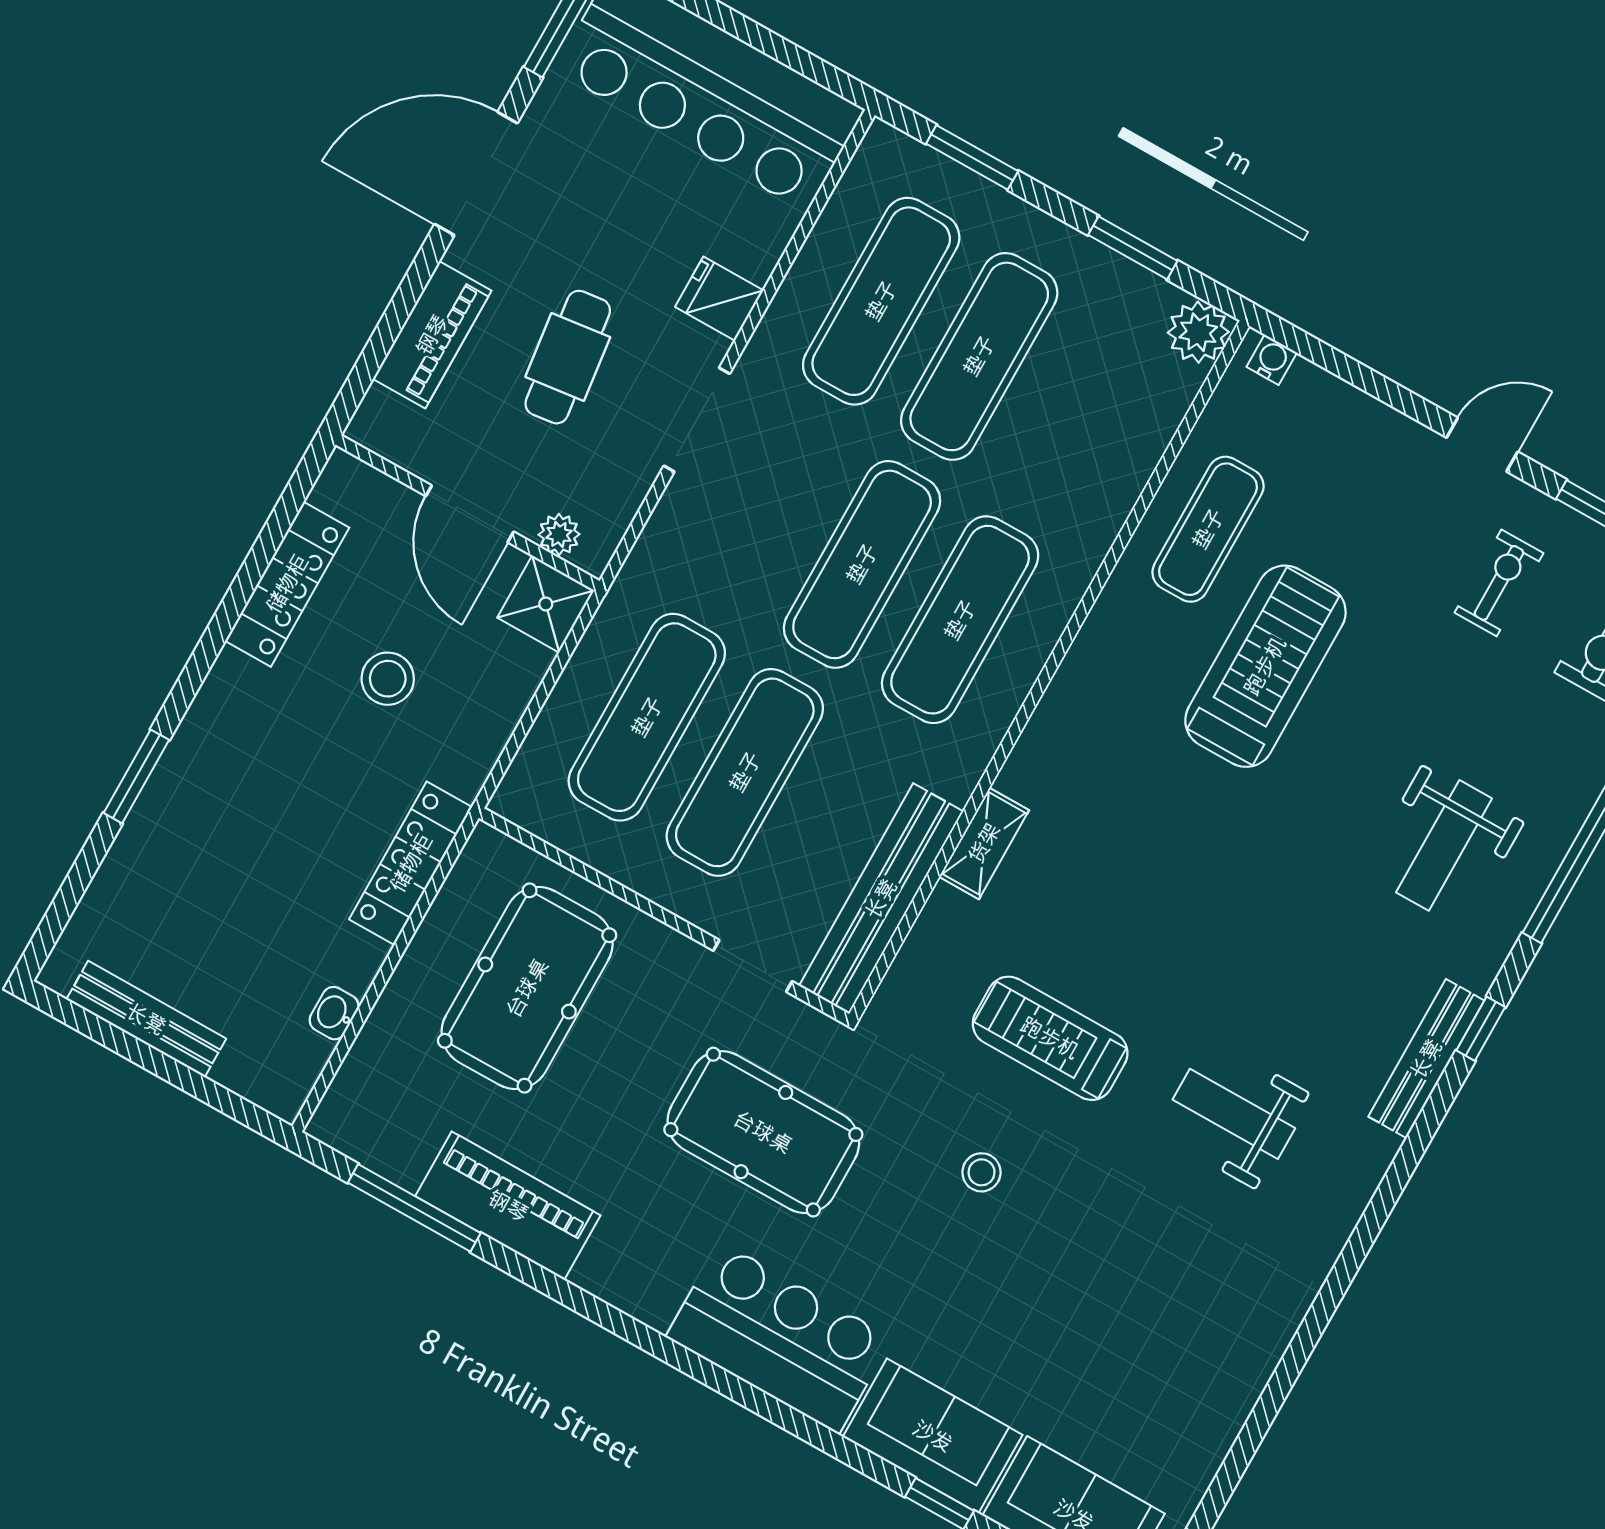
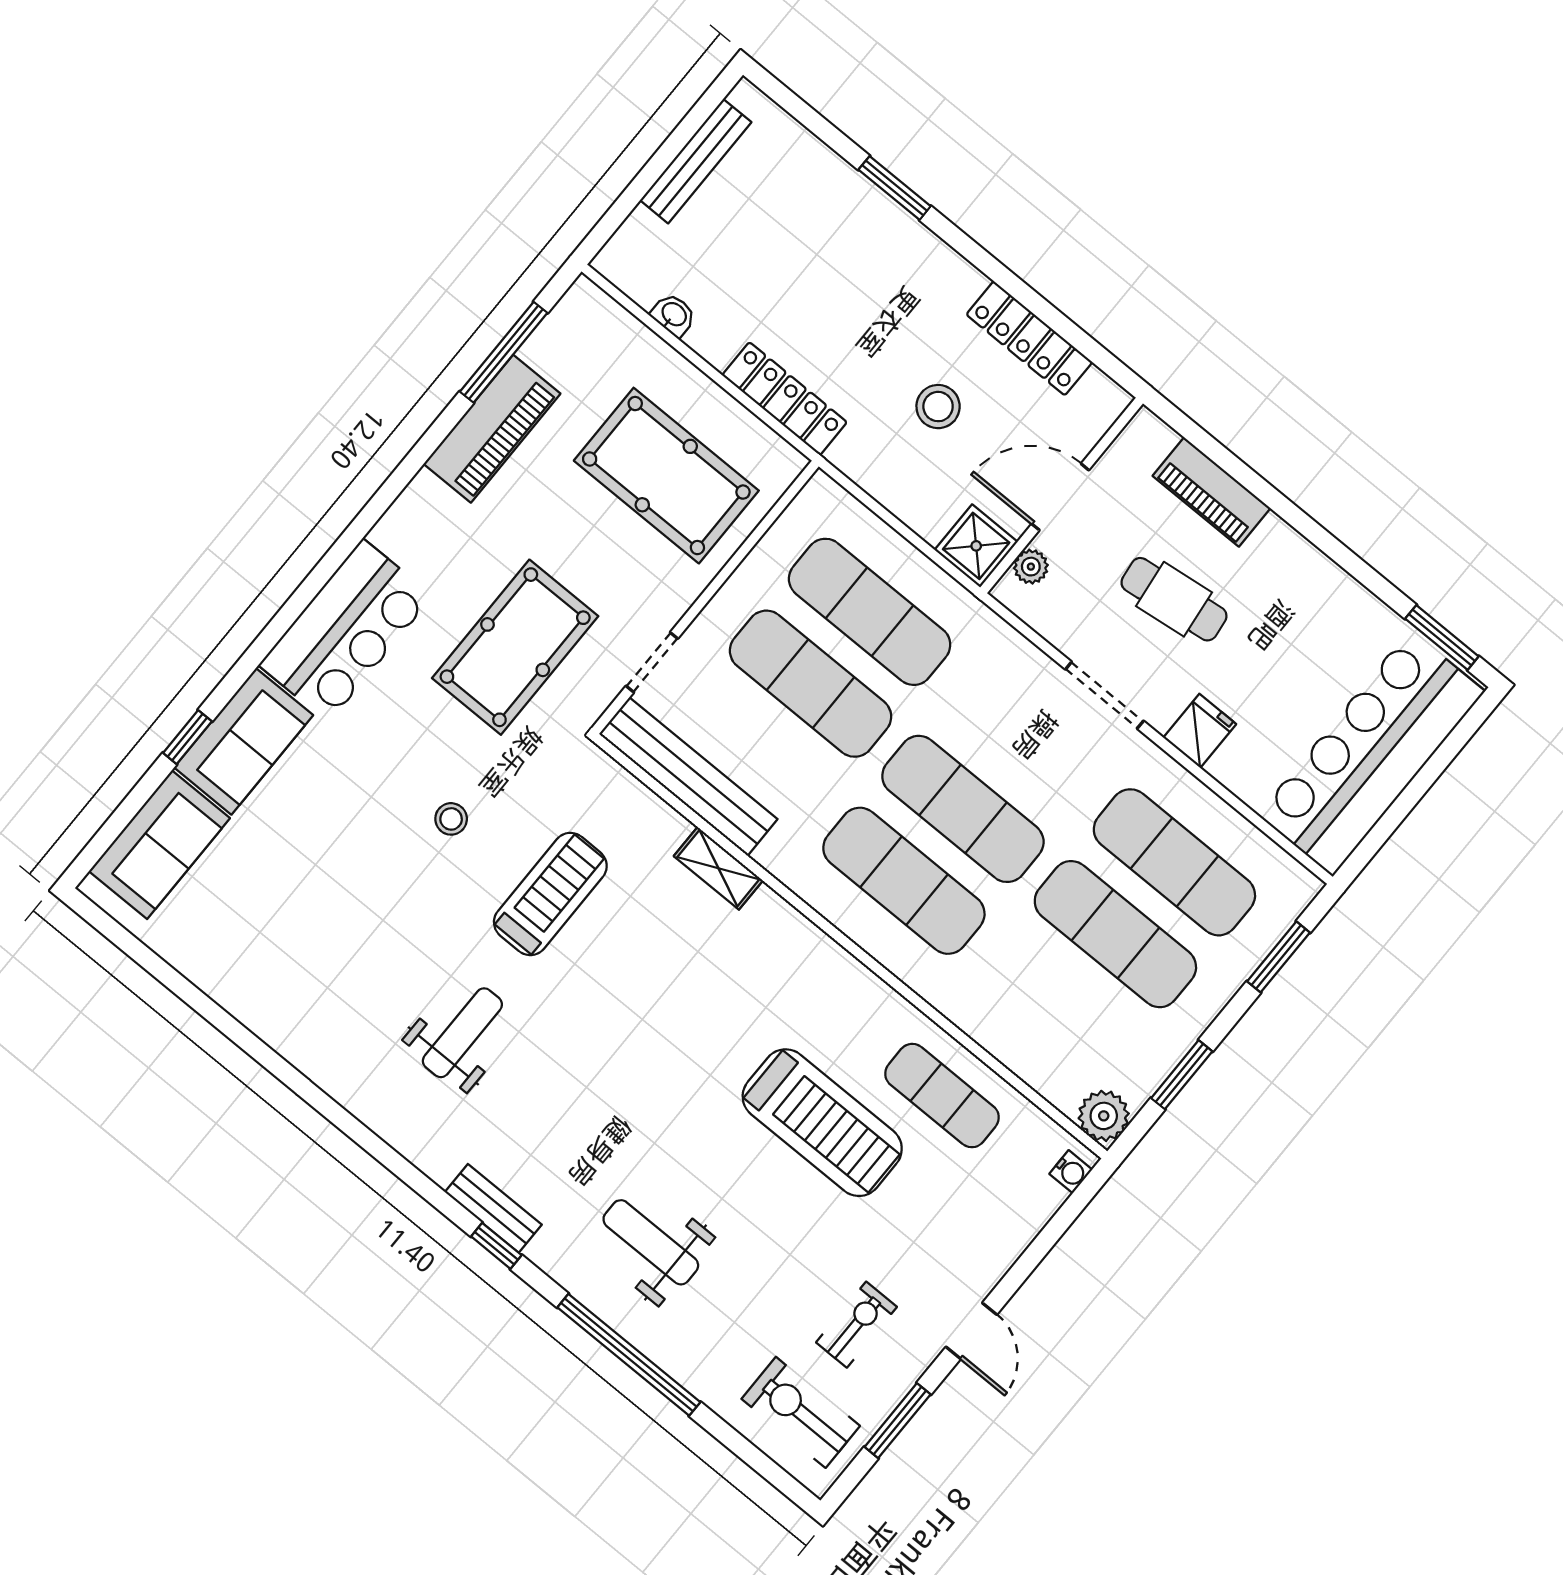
door: (476, 174) -> (1336, 551), removed
exercise bike: (1499, 583) -> (857, 1325), turned -90
bench: (1426, 1059) -> (493, 1208), width x0.73

